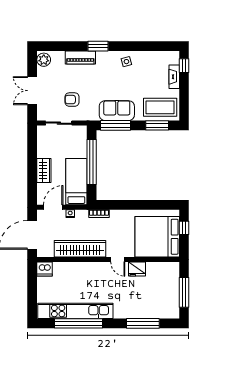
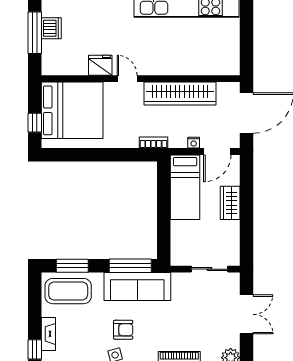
armchair: (72, 100) -> (123, 330), moved
sofa: (117, 111) -> (137, 287), width x1.36
window: (92, 162) -> (164, 215), removed
dishwasher: (45, 269) -> (51, 28), moved, turned 90

